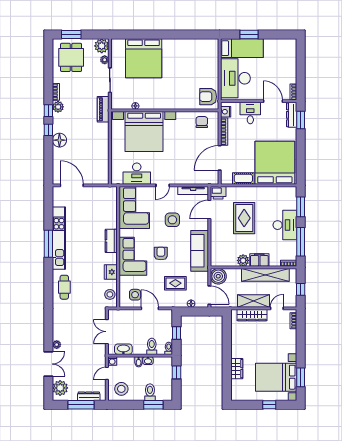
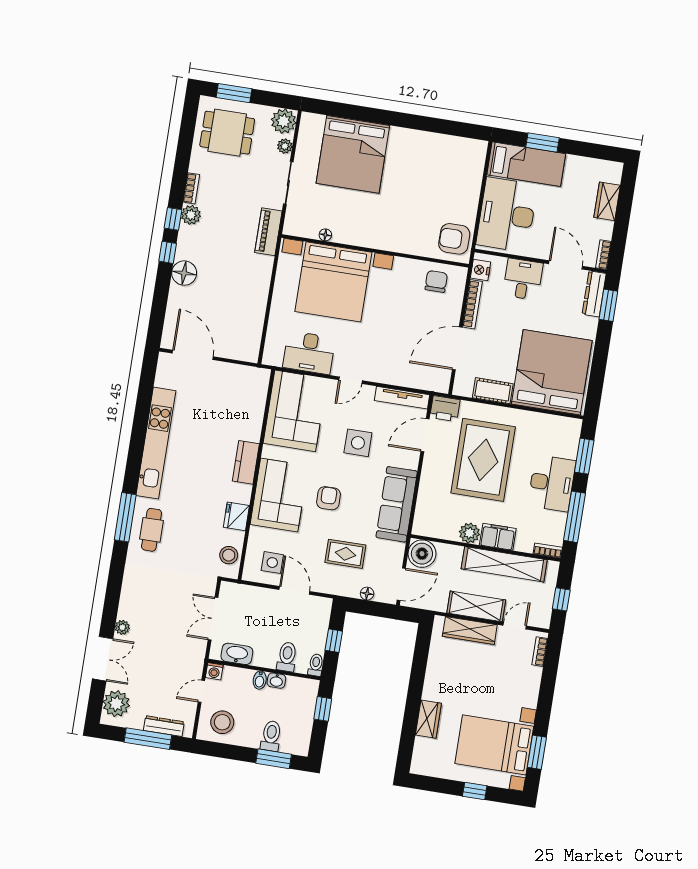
dining table: (71, 57) -> (227, 133), turned 90
wardrobe: (291, 62) -> (607, 201), added
rug: (244, 218) -> (483, 460), width x1.37, depth x1.44
window: (48, 244) -> (125, 517), moved
door: (209, 295) -> (401, 584), hinge flipped

